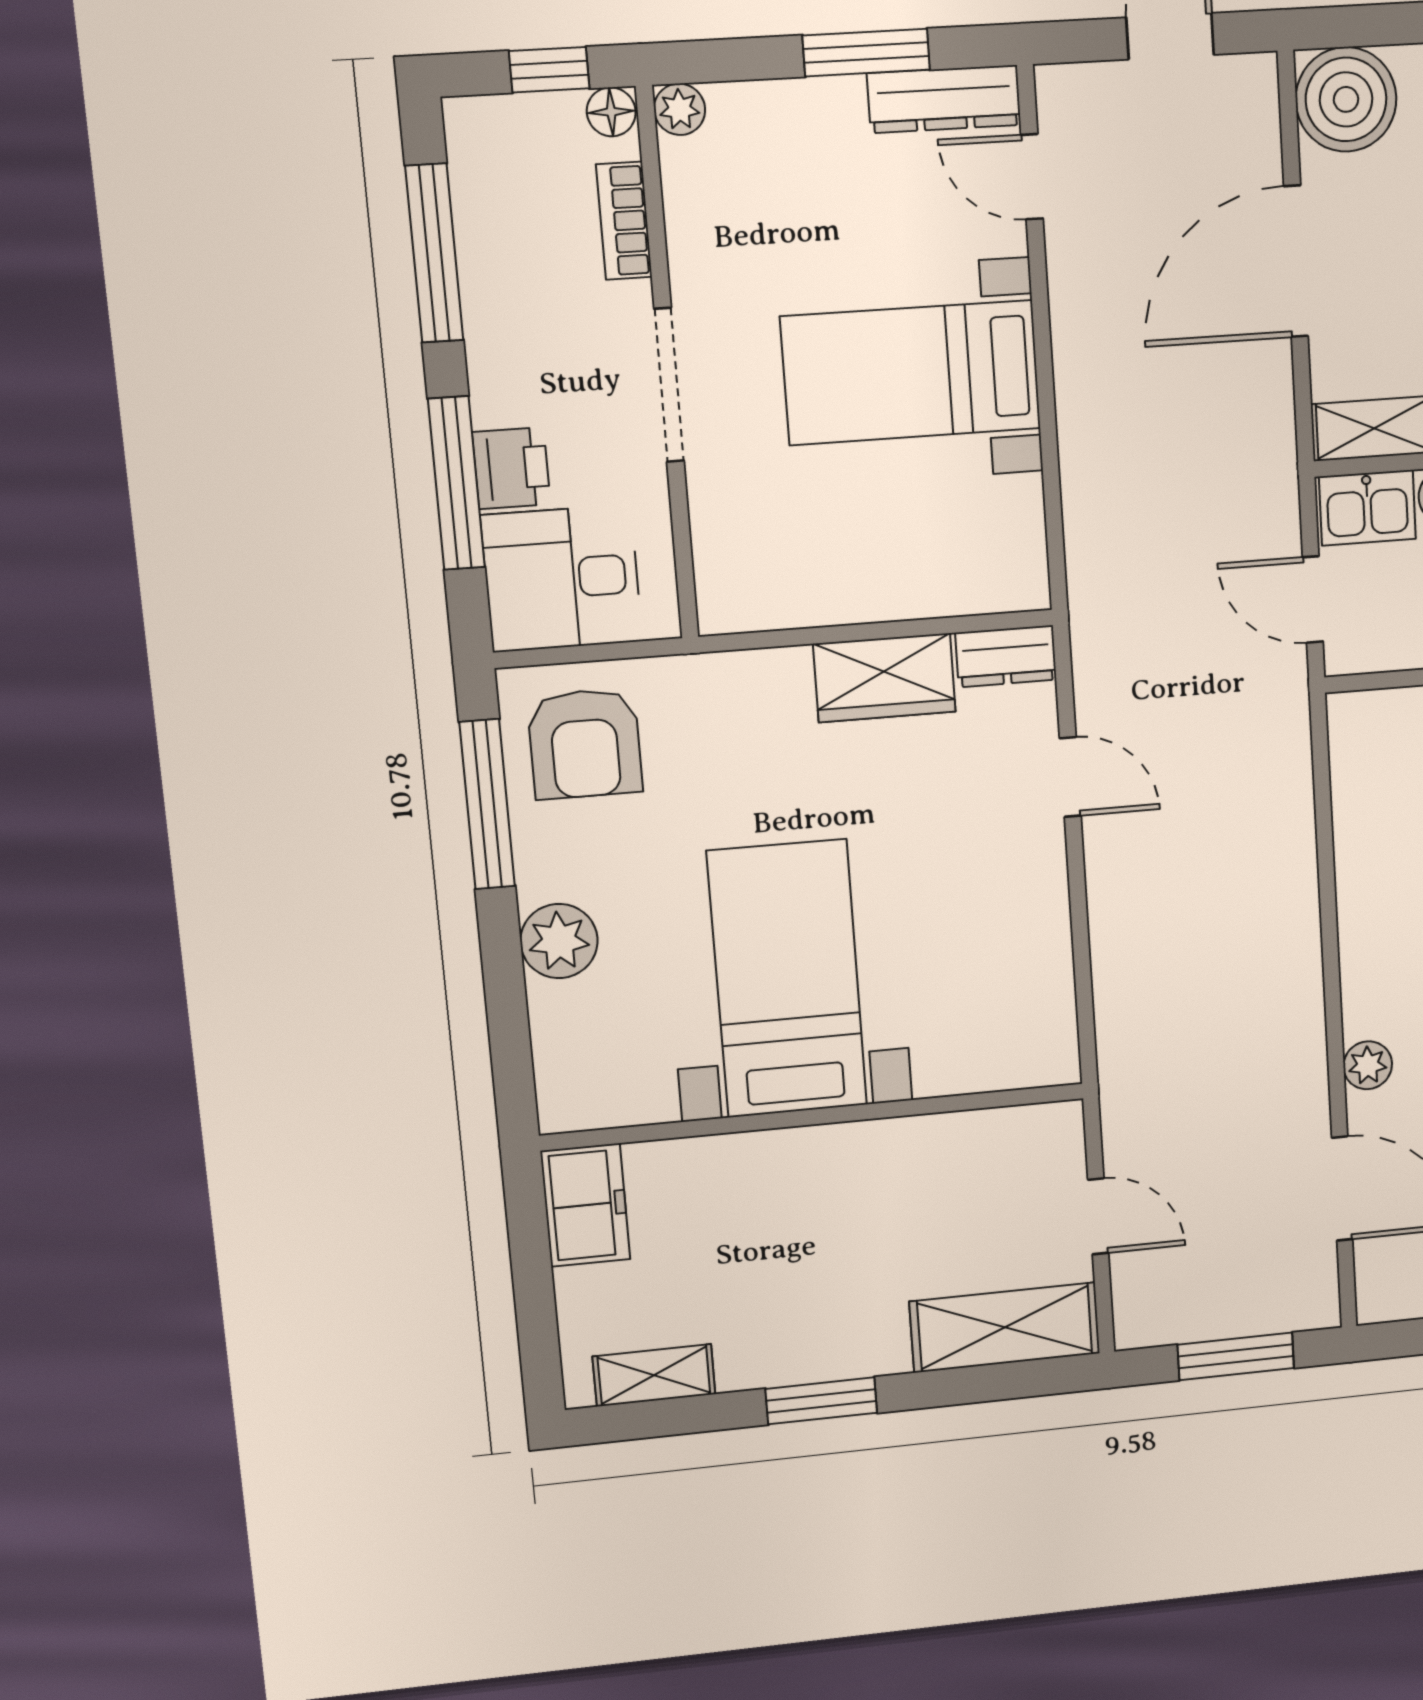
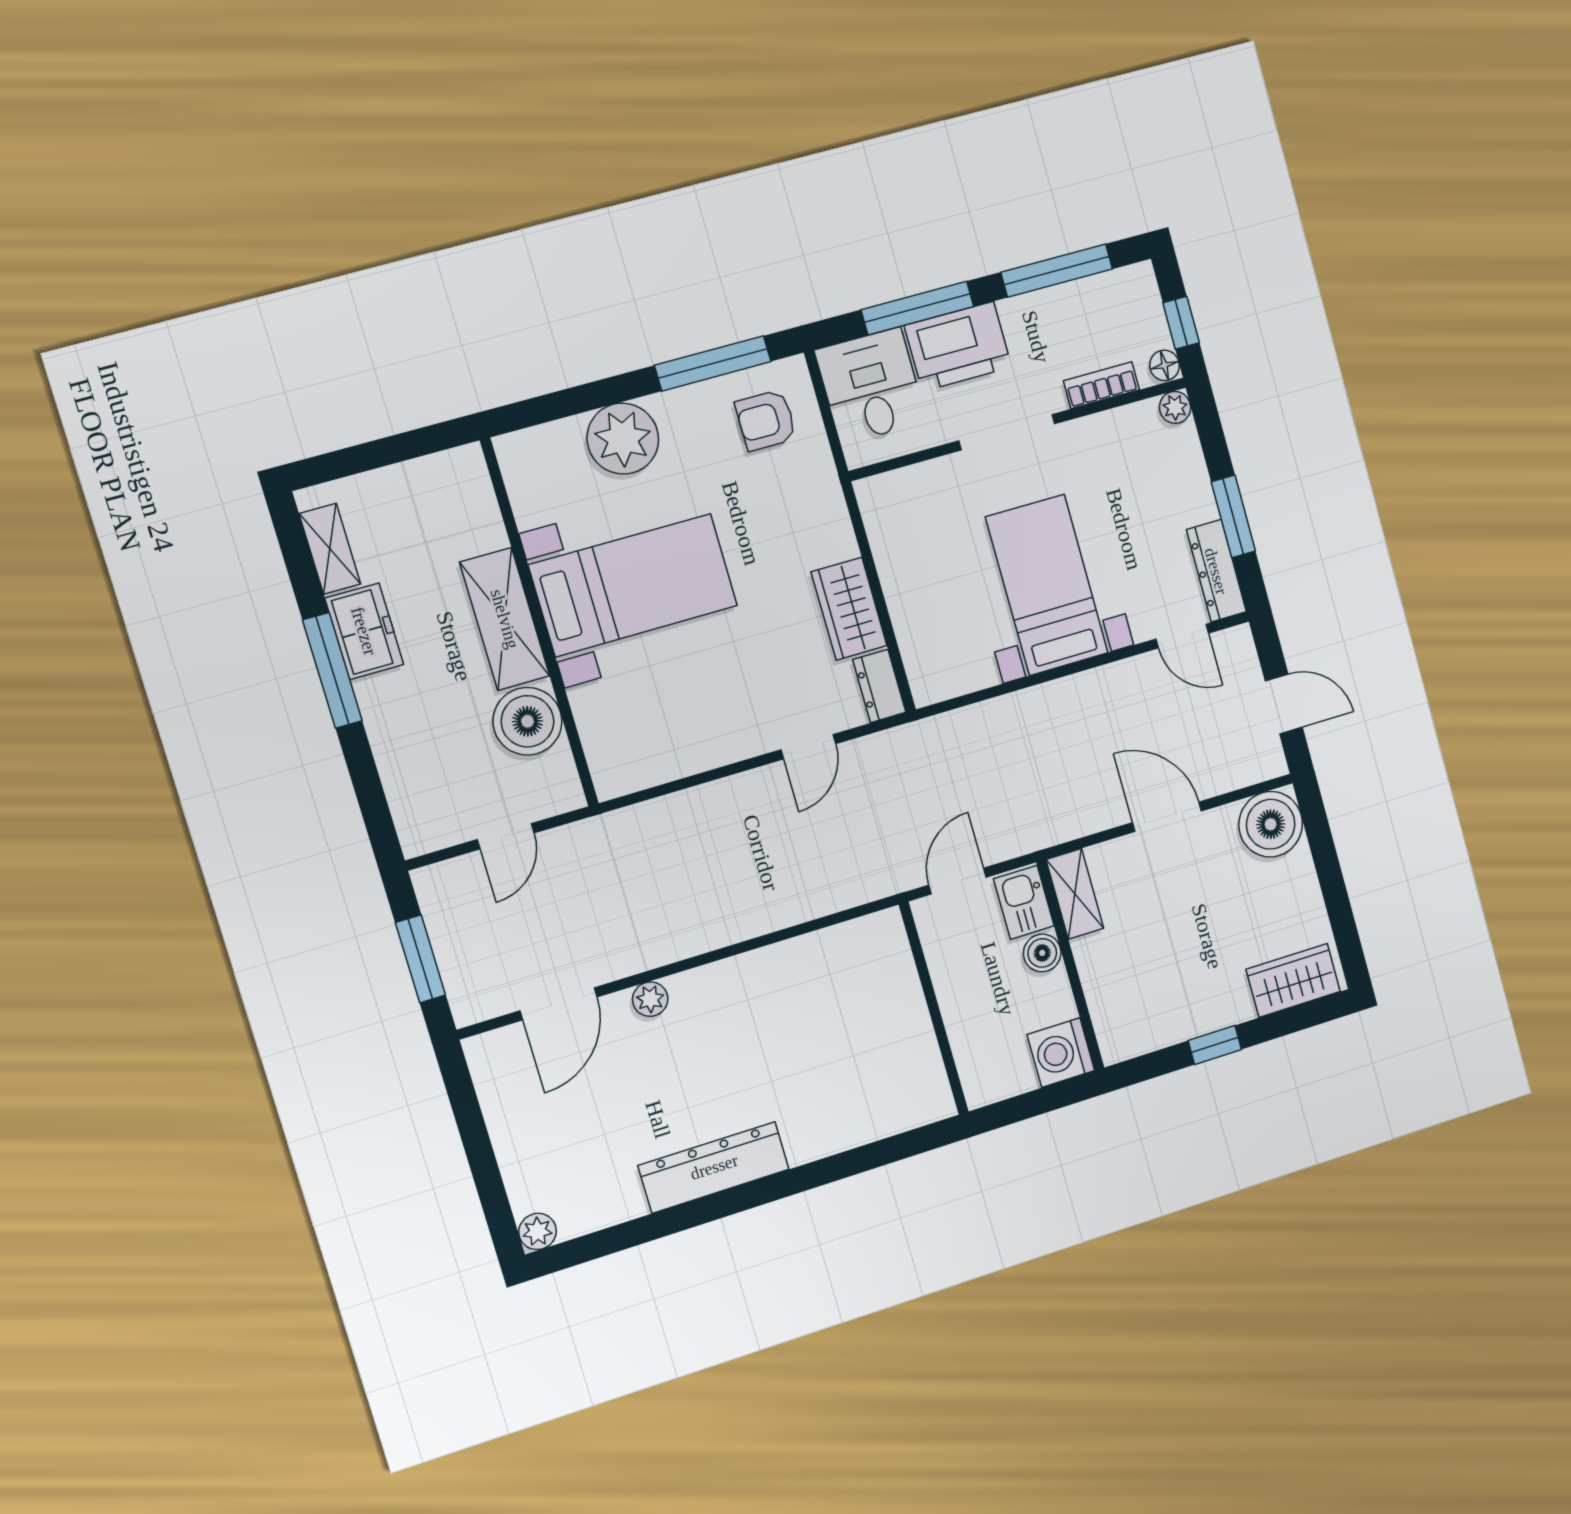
door: (1032, 177) -> (1182, 636), swing flipped
door: (1296, 261) -> (1167, 817), width x0.73
printer: (511, 468) -> (958, 346), width x1.87, depth x1.48
armchair: (585, 744) -> (766, 420), width x0.72, depth x0.72
plant: (559, 941) -> (623, 439), width x1.36, depth x1.36
boiler: (947, 1158) -> (528, 721), added
freezer: (585, 1205) -> (364, 631), moved, turned -90
shelving: (1005, 1327) -> (505, 619), moved
window: (821, 1401) -> (332, 670), width x1.44

